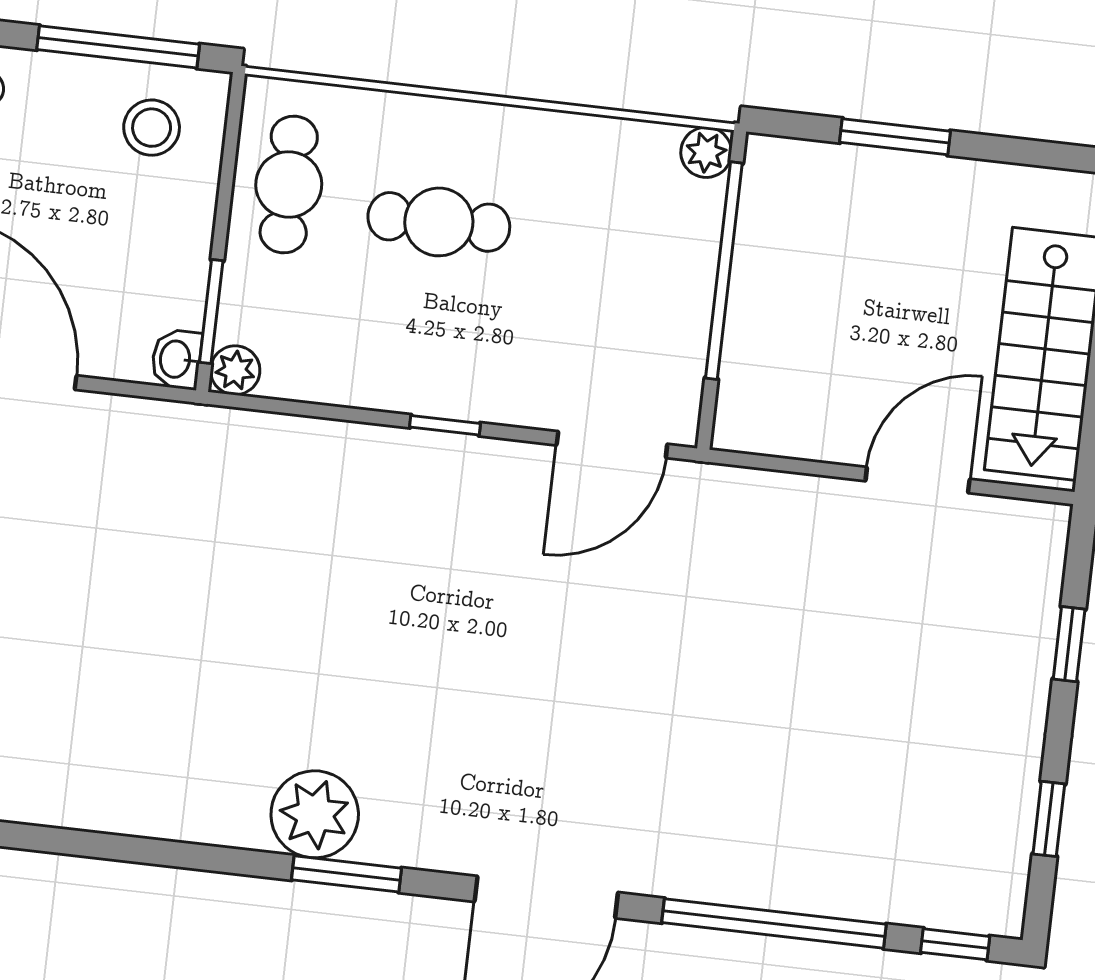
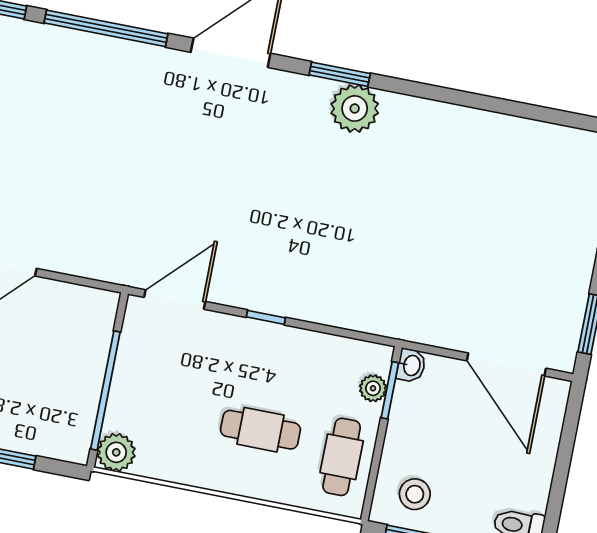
plant: (706, 152) -> (116, 452), width x1.38, depth x1.38
plant: (235, 370) -> (373, 388), moved

